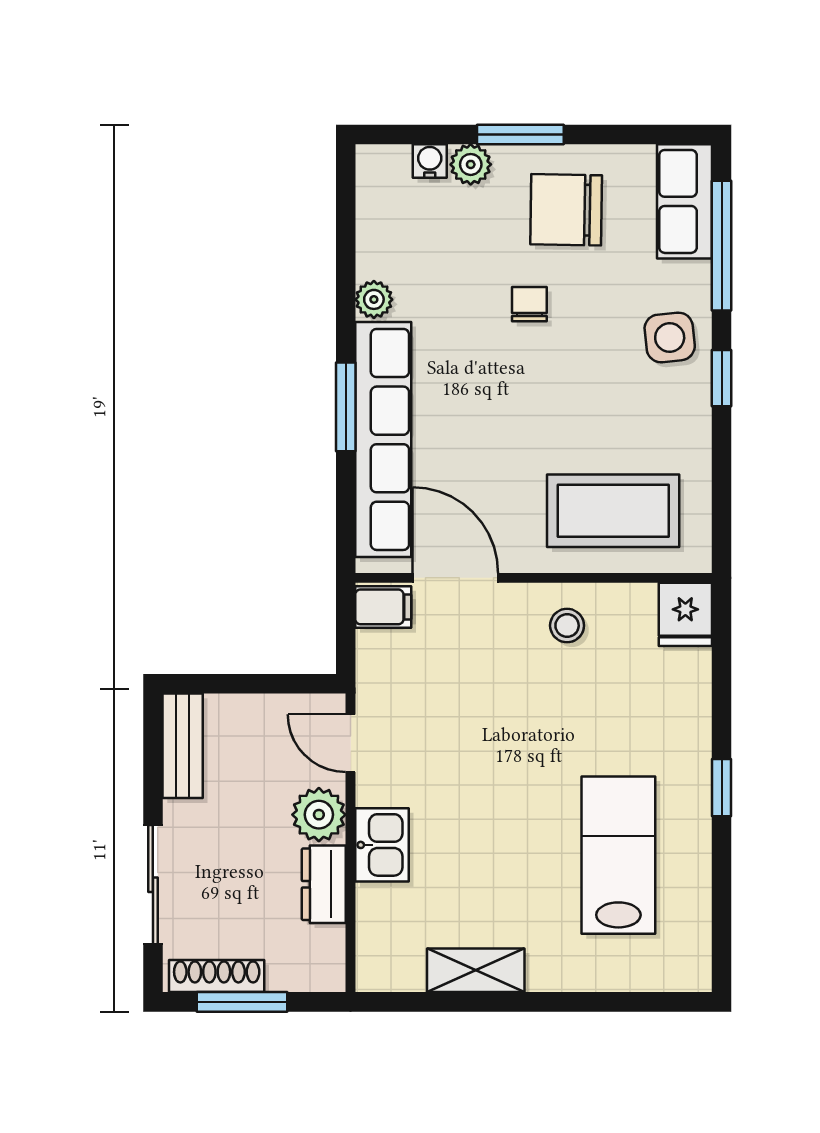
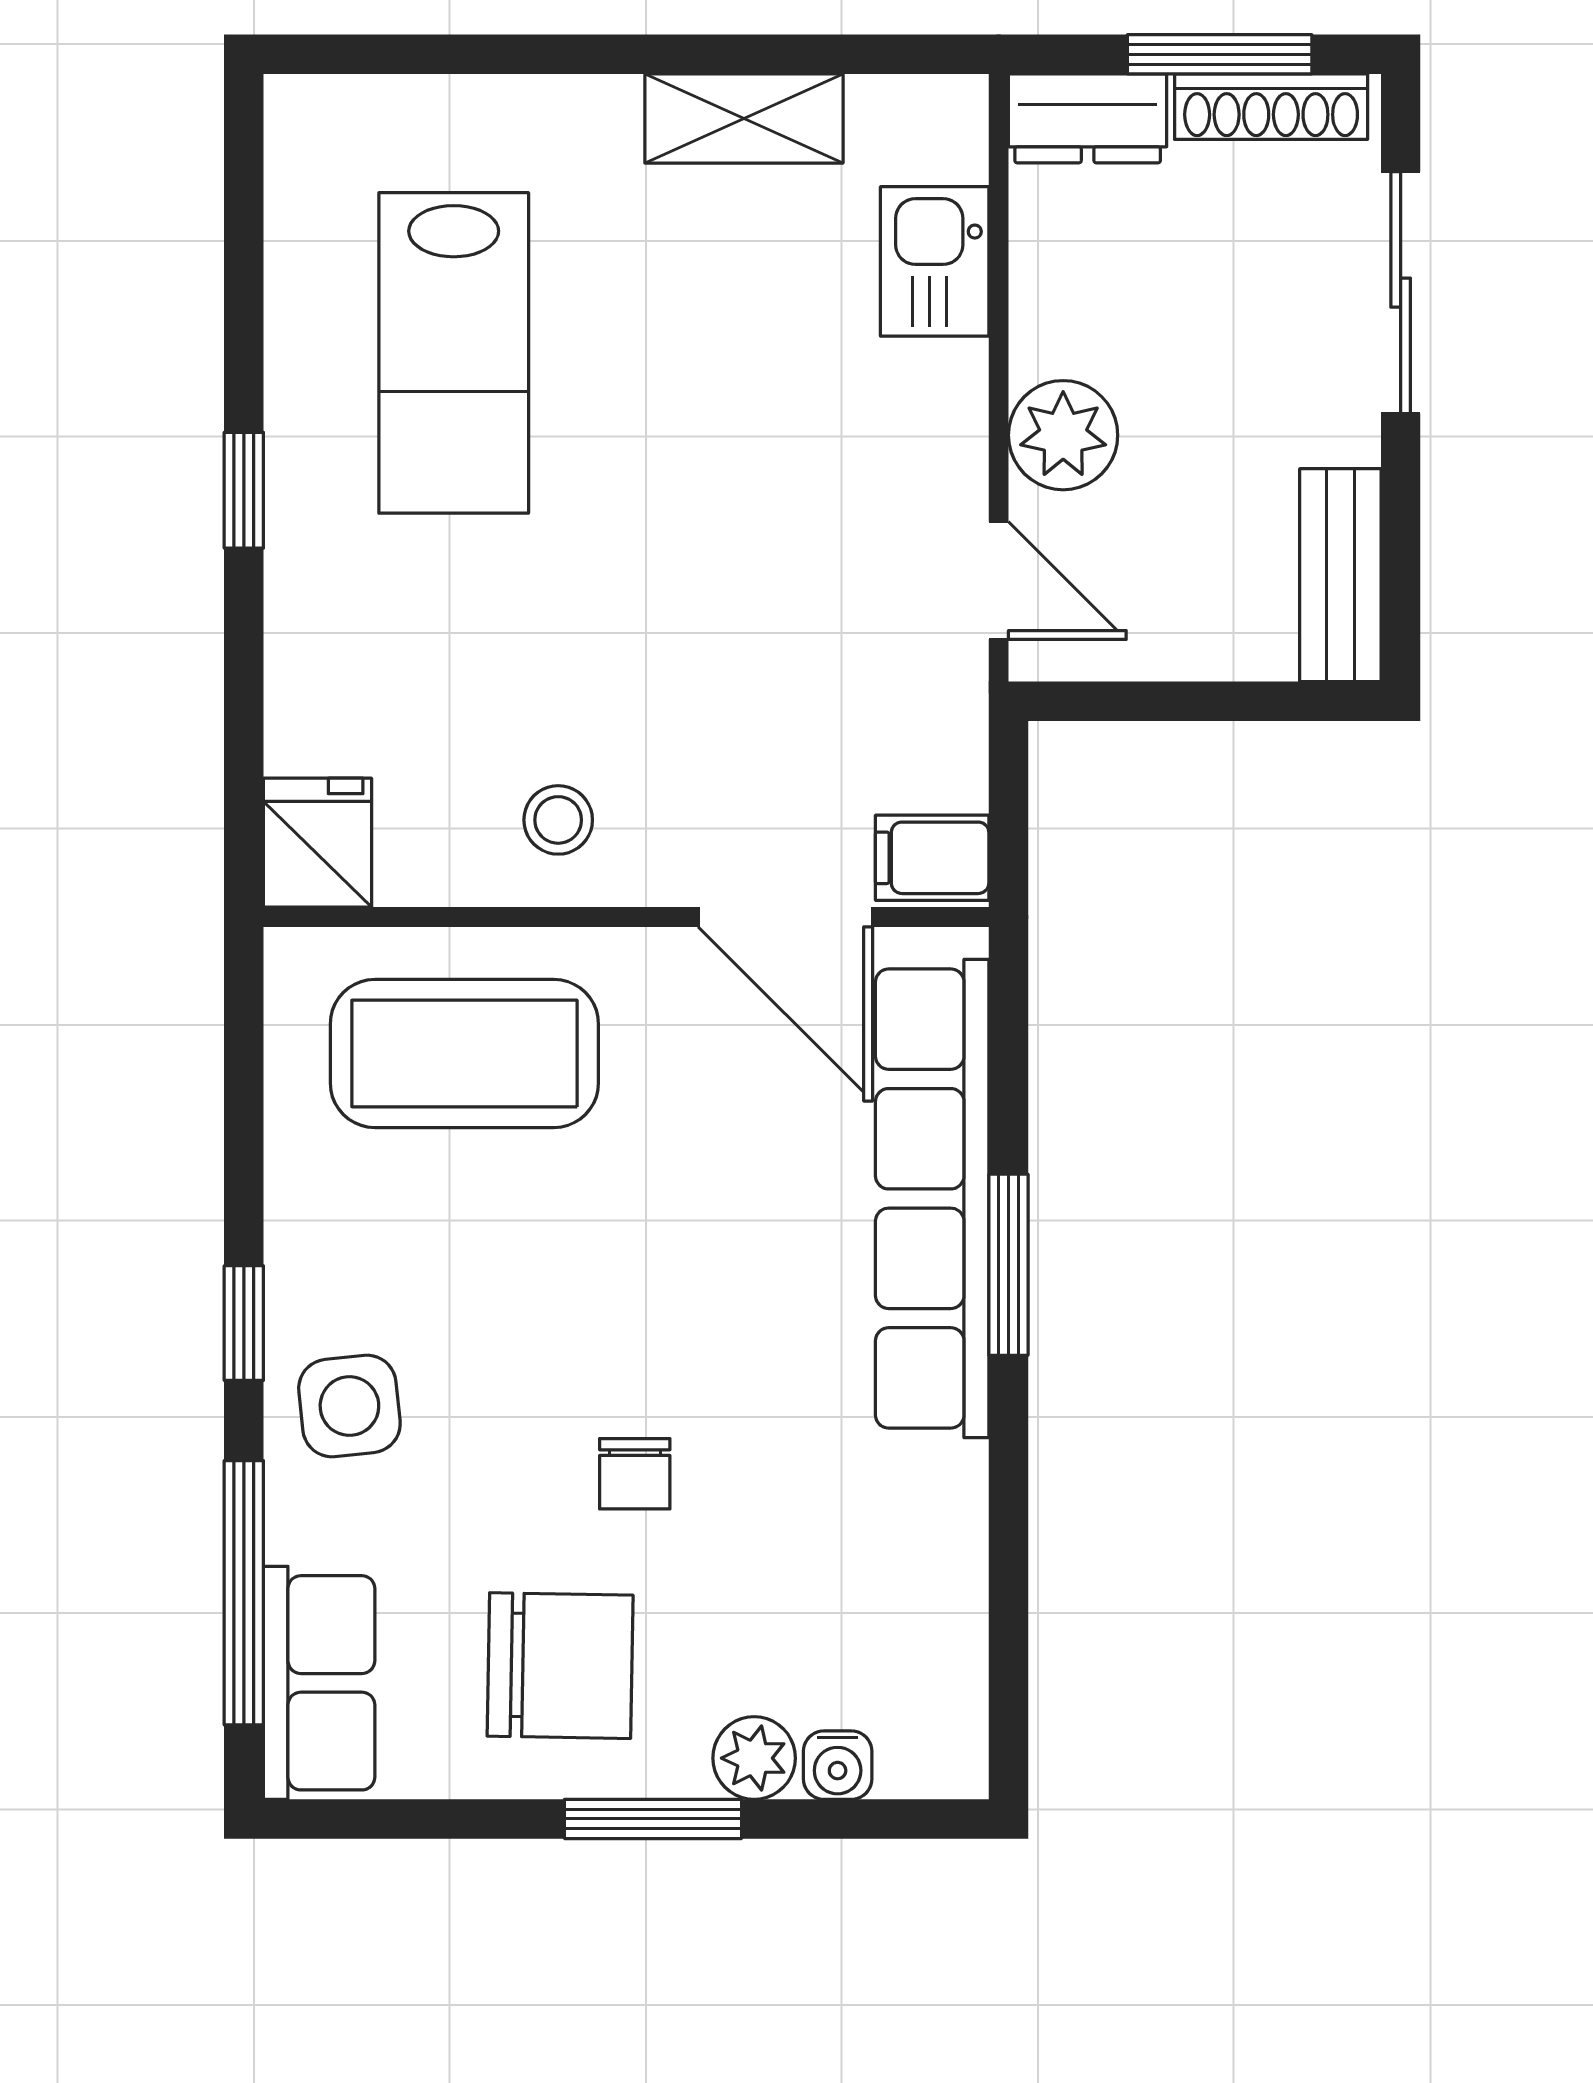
plant: (374, 299) -> (951, 1483), removed
kitchen sink: (382, 845) -> (935, 261), moved
dresser: (324, 884) -> (1088, 118), moved, turned 90

